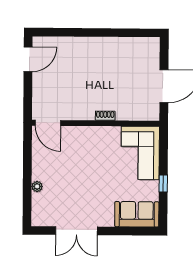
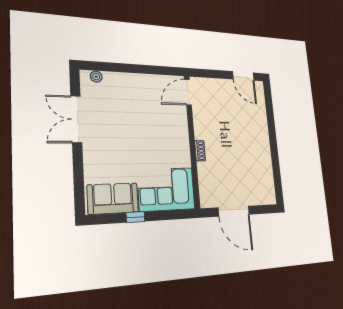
plant: (37, 186) -> (96, 77), moved
sofa: (137, 214) -> (113, 199), moved, turned -90

